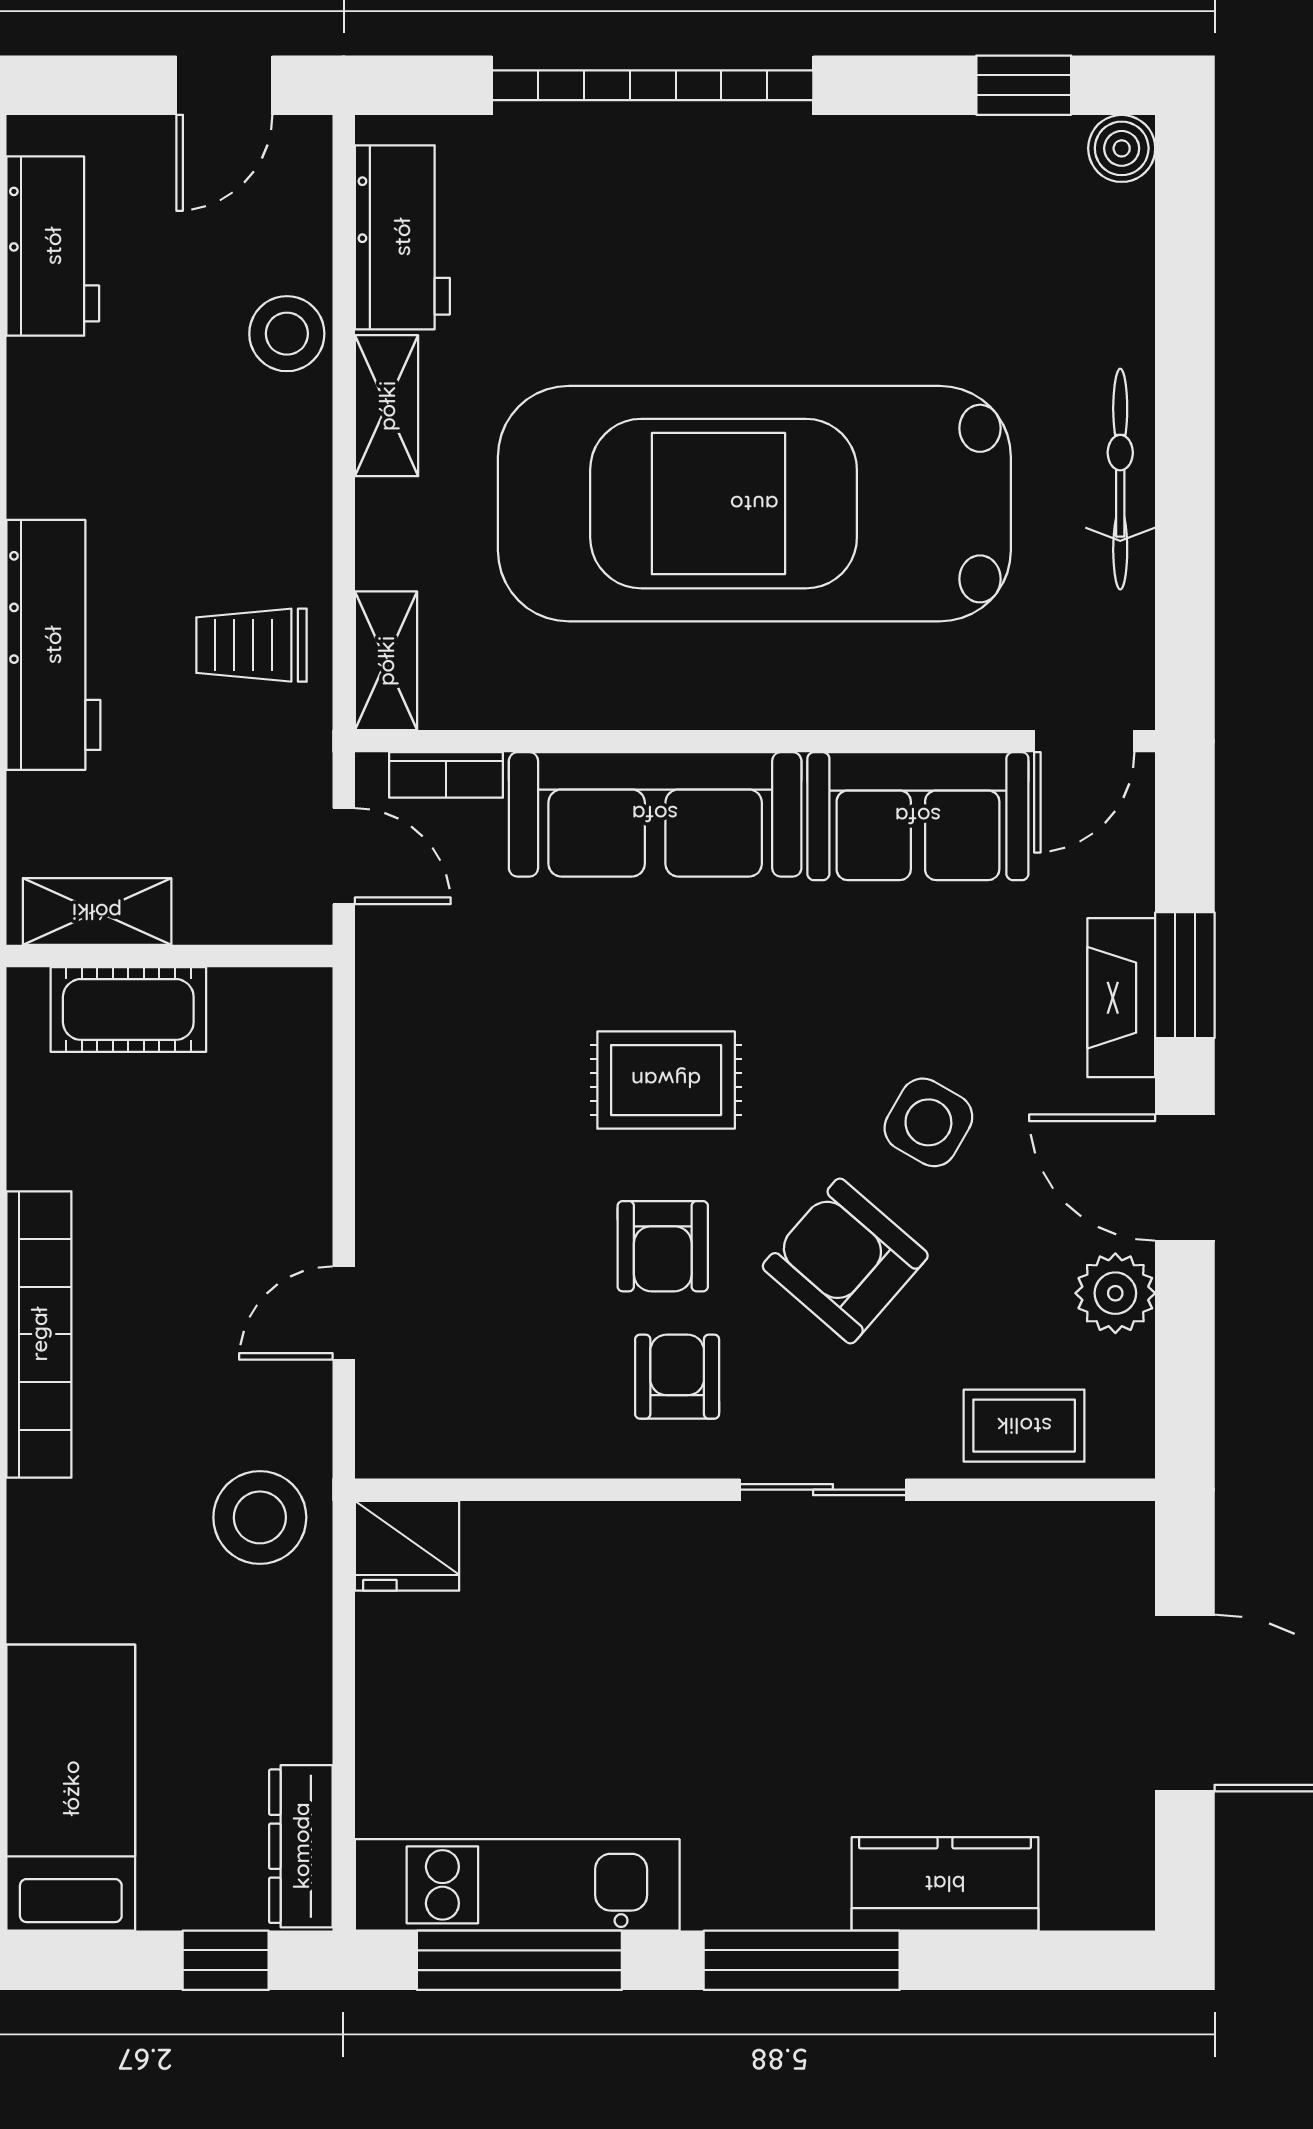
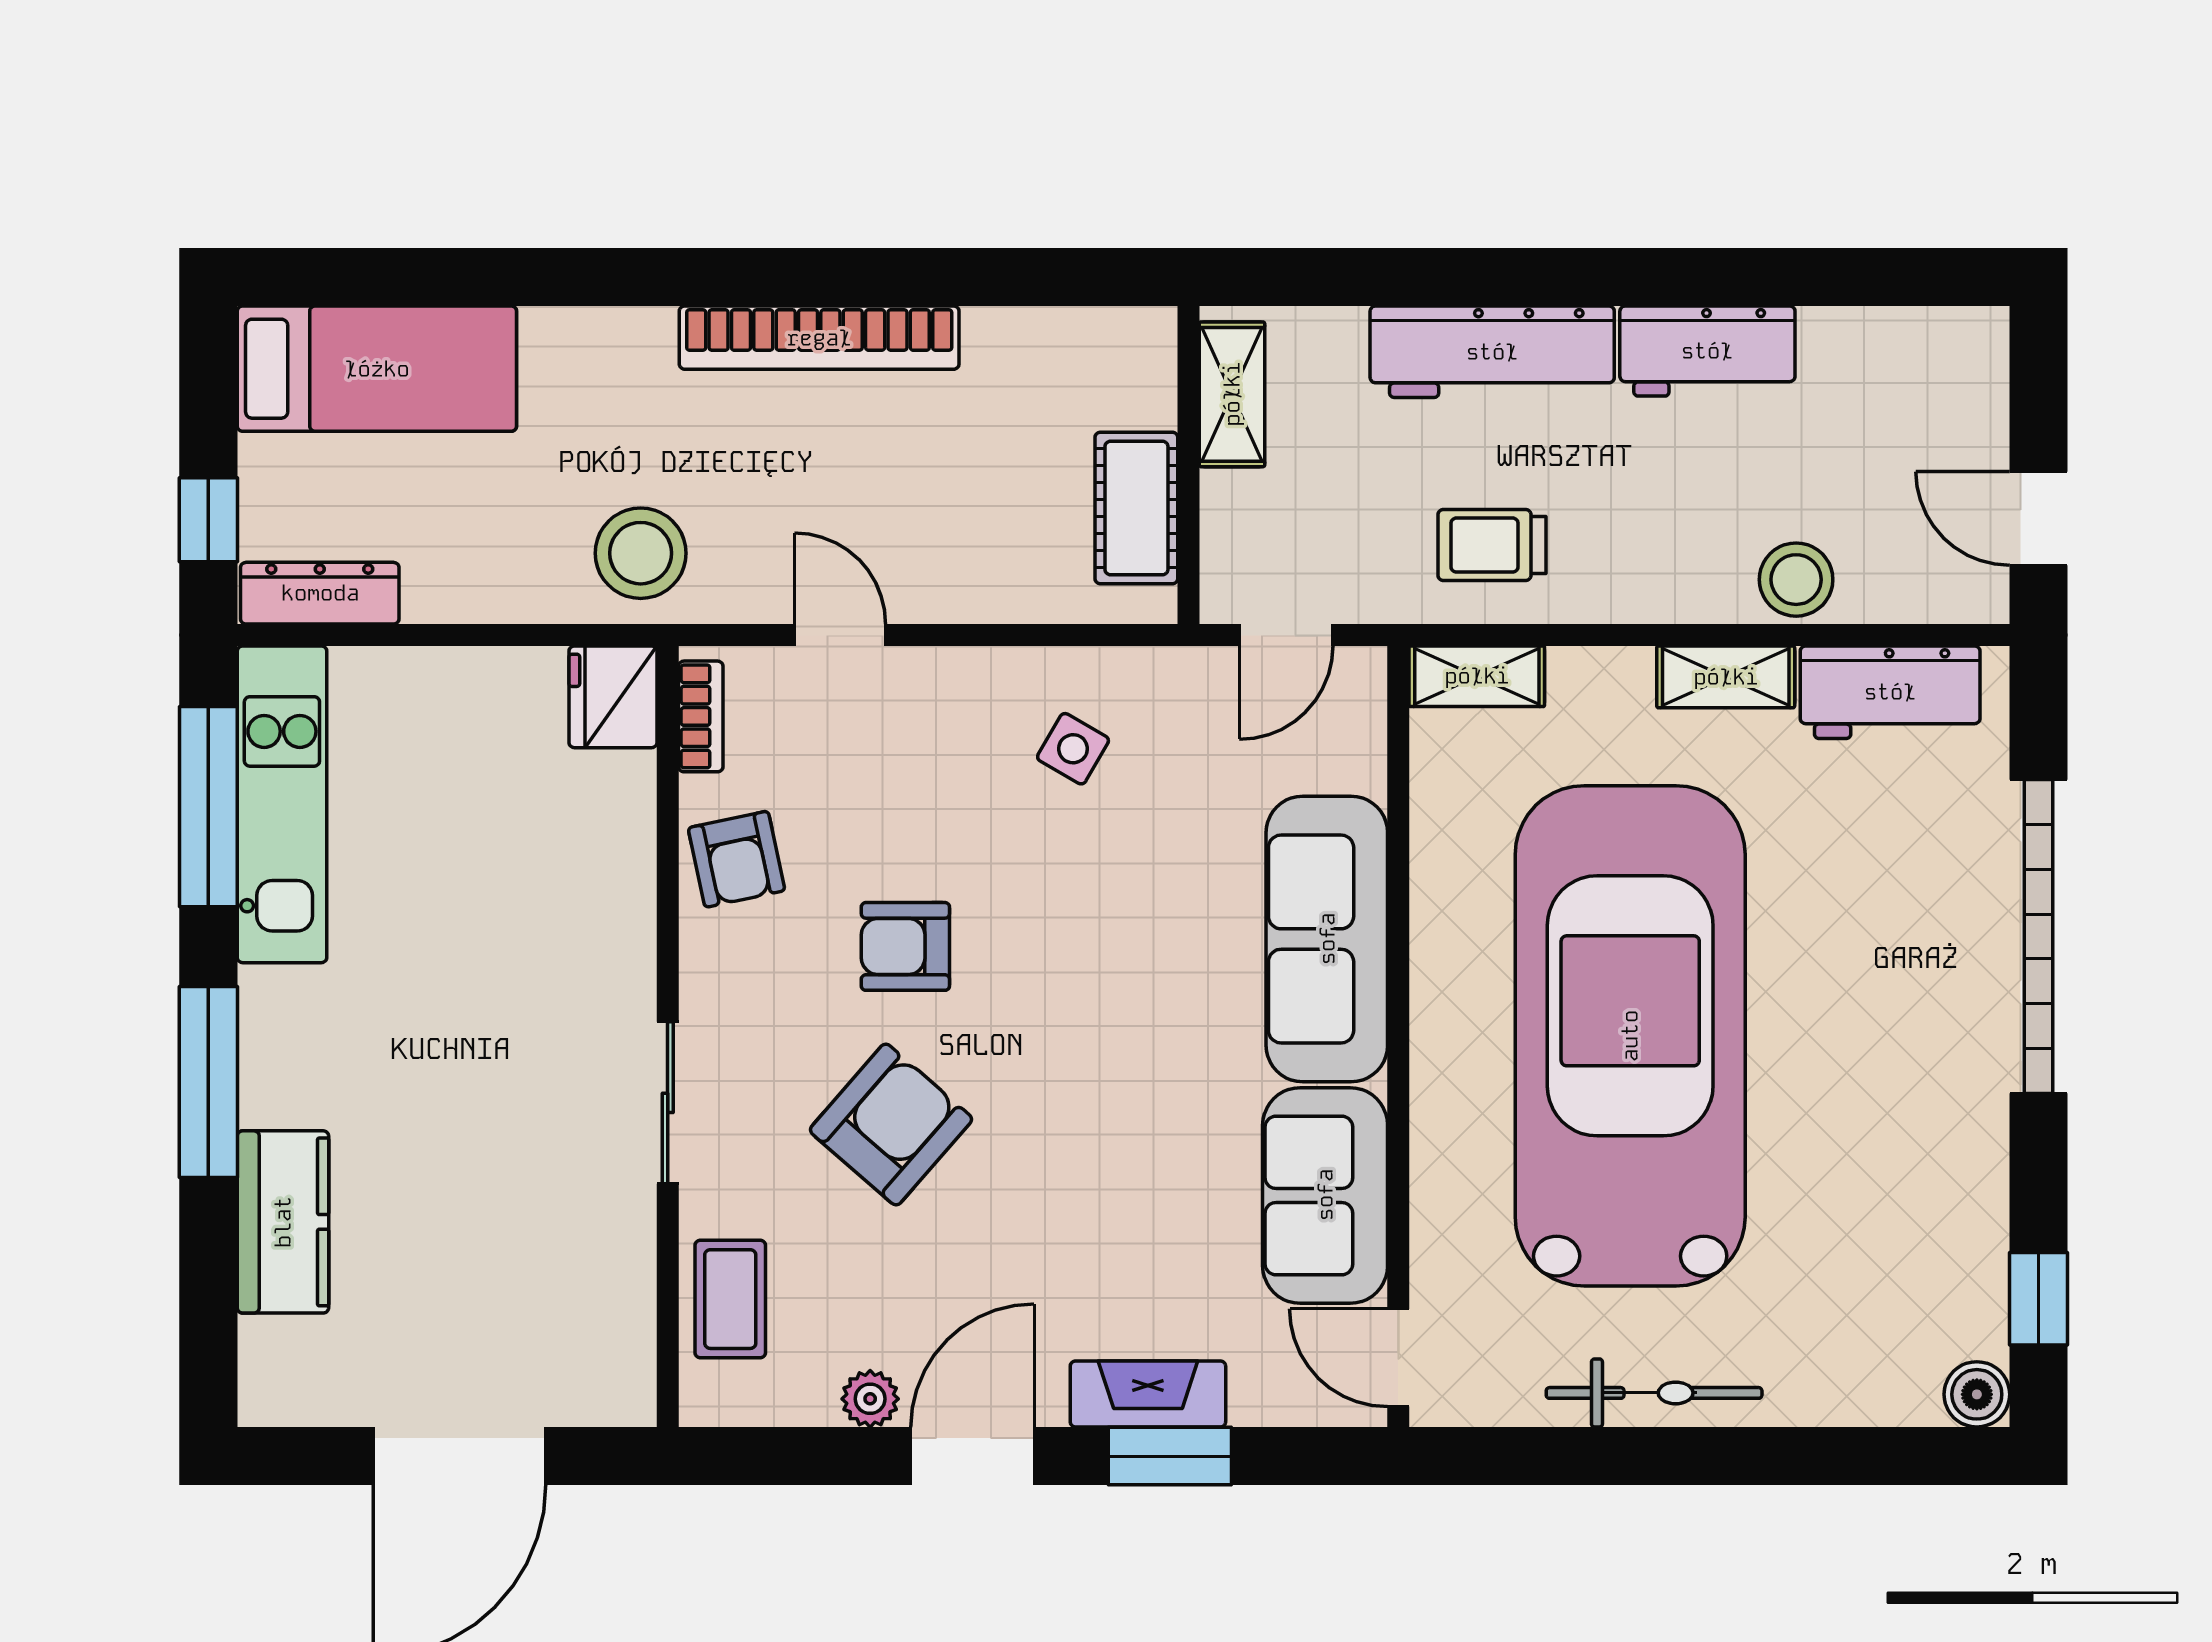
workbench: (53, 246) -> (1707, 351), moved
trolley: (251, 645) -> (1492, 545), turned -90
bookcase: (446, 775) -> (701, 716), moved, turned 180
cot: (128, 1009) -> (1136, 508), moved
rug: (666, 1080) -> (1068, 950), removed
side table: (928, 1122) -> (1073, 749), moved, width x0.73, depth x0.73
plant: (1115, 1293) -> (870, 1399), width x0.73, depth x0.73
armchair: (677, 1377) -> (737, 859), moved, turned 78

